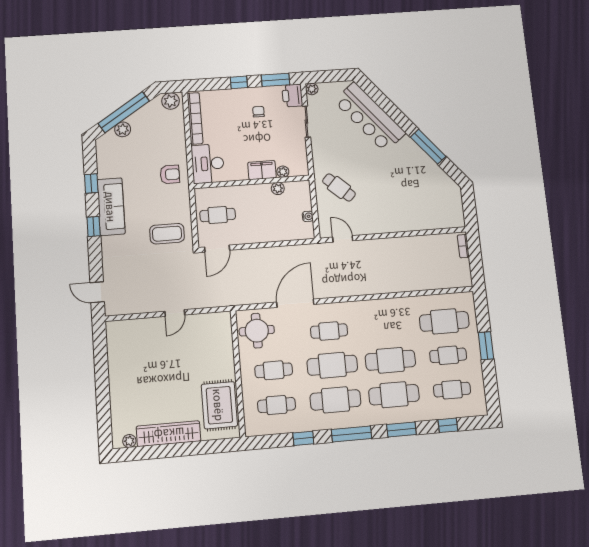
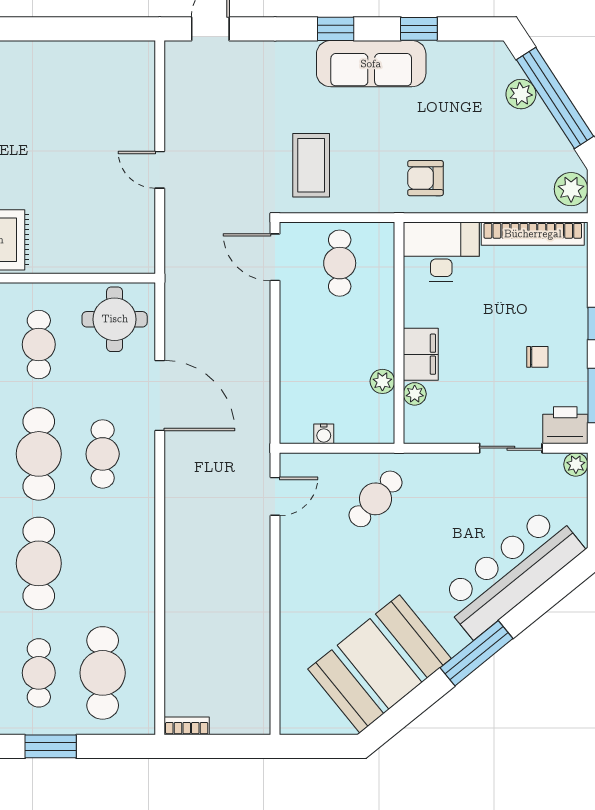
window: (428, 147) -> (477, 653), moved
armchair: (170, 174) -> (425, 178), turned 90
booth: (423, 179) -> (380, 664), added
bookcase: (463, 246) -> (187, 726), moved

